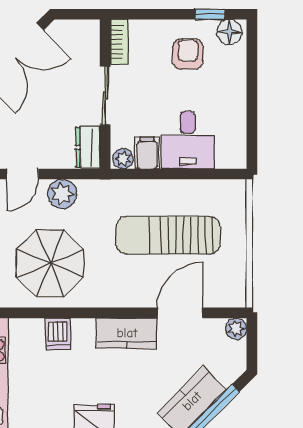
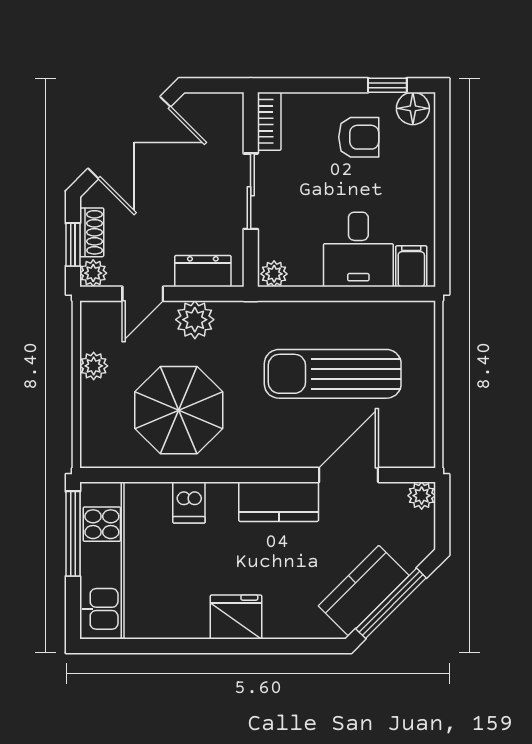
armchair: (188, 54) -> (359, 137), turned 90
dresser: (88, 147) -> (203, 271), moved, turned 90
filing cabinet: (147, 153) -> (411, 266), moved

